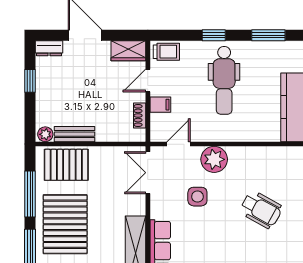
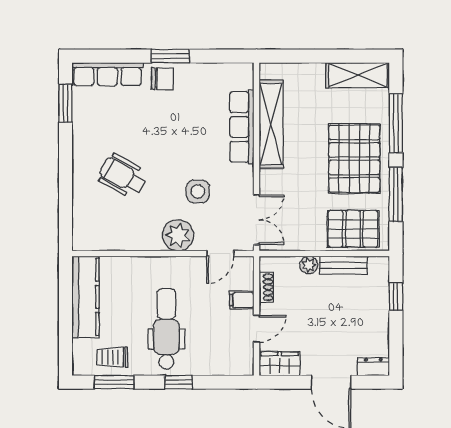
trolley: (166, 52) -> (112, 357), moved
window: (30, 81) -> (396, 297), moved
plant: (45, 134) -> (309, 265), moved

